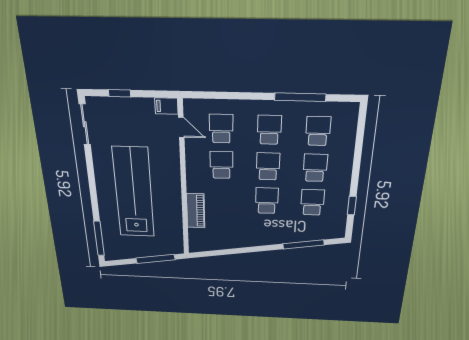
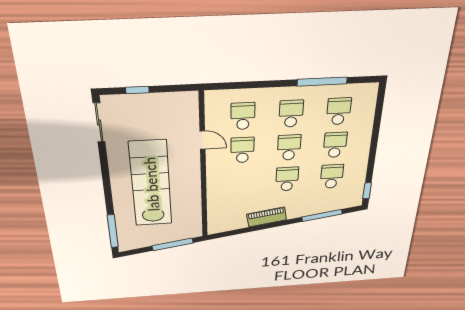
filing cabinet: (166, 106) -> (187, 99), removed
door: (181, 127) -> (202, 140), moved
window: (352, 206) -> (367, 191), moved
piano: (196, 211) -> (267, 217), moved, turned -99

